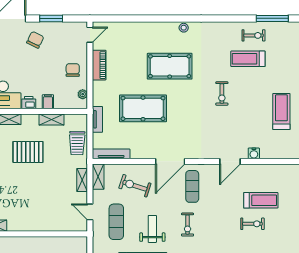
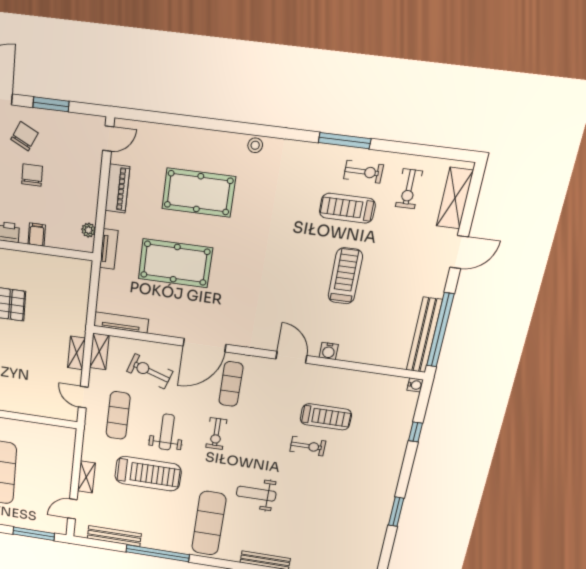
window: (272, 18) -> (345, 141), moved
pool table: (170, 66) -> (199, 193), moved
chair: (73, 70) -> (32, 175), moved
exercise bike: (222, 94) -> (409, 189), moved
treadmill: (281, 111) -> (345, 276), moved
tv unit: (97, 119) -> (109, 249), moved
shelving: (51, 120) -> (40, 262), removed
trolley: (77, 143) -> (74, 301), removed
door: (230, 161) -> (291, 357), swing flipped

